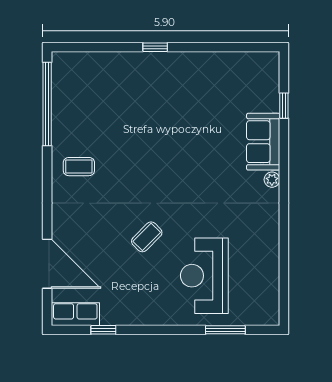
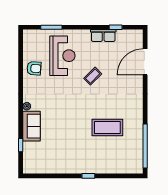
coffee table: (79, 167) -> (107, 127), moved, width x1.86, depth x1.72
armchair: (258, 252) -> (34, 68), added
door: (47, 264) -> (145, 62), hinge flipped
row of seats: (75, 314) -> (103, 35), moved

